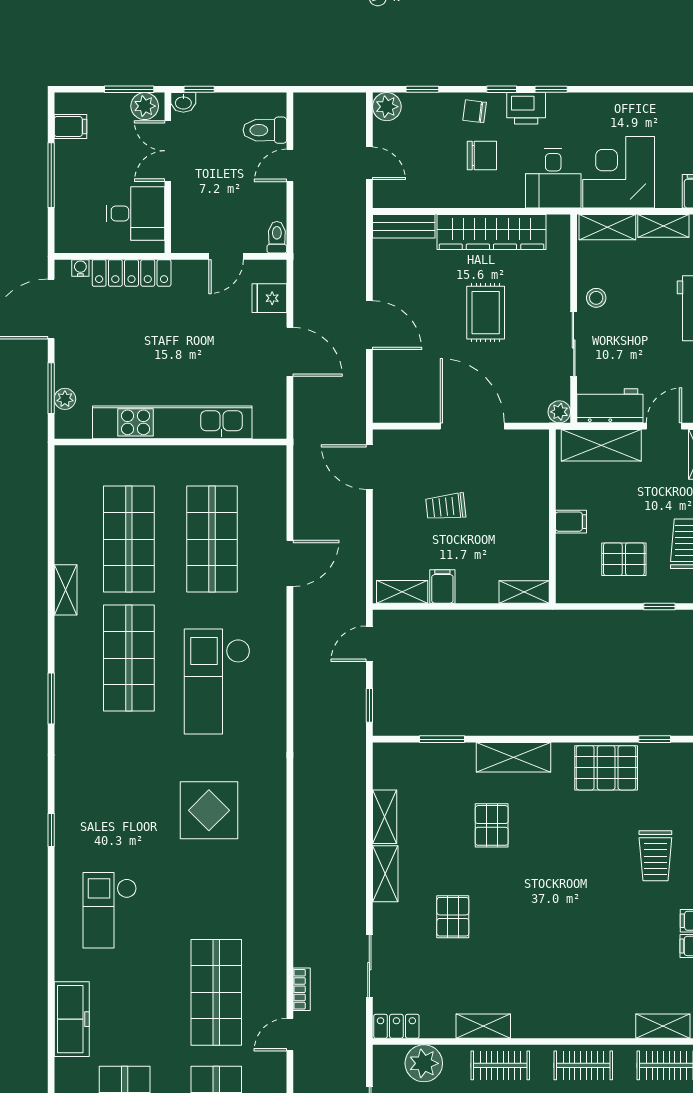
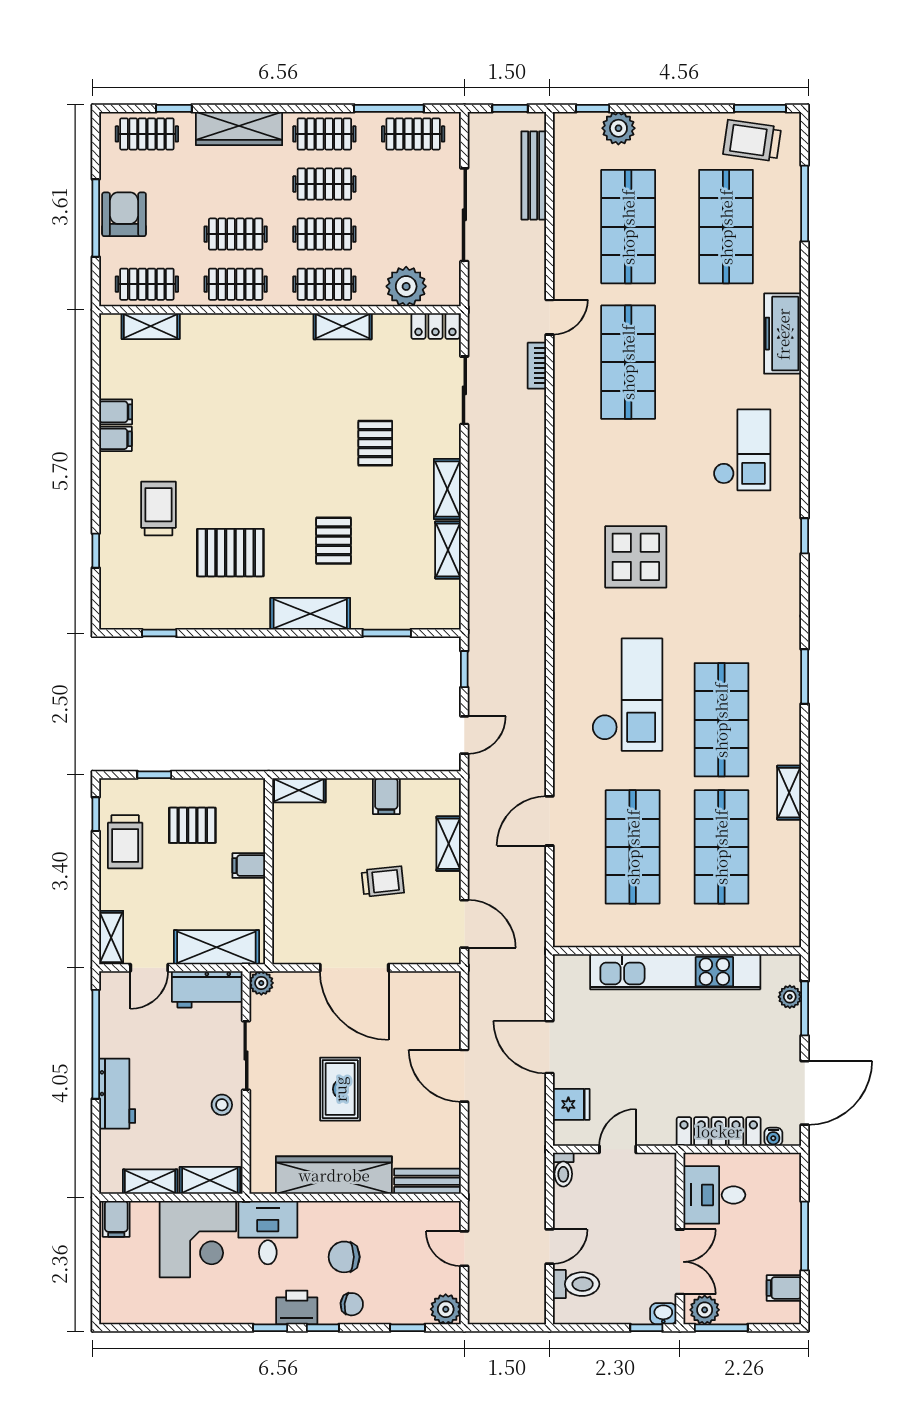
shelving: (402, 592) -> (449, 844), moved, turned 90
pallet: (606, 768) -> (230, 553), moved

